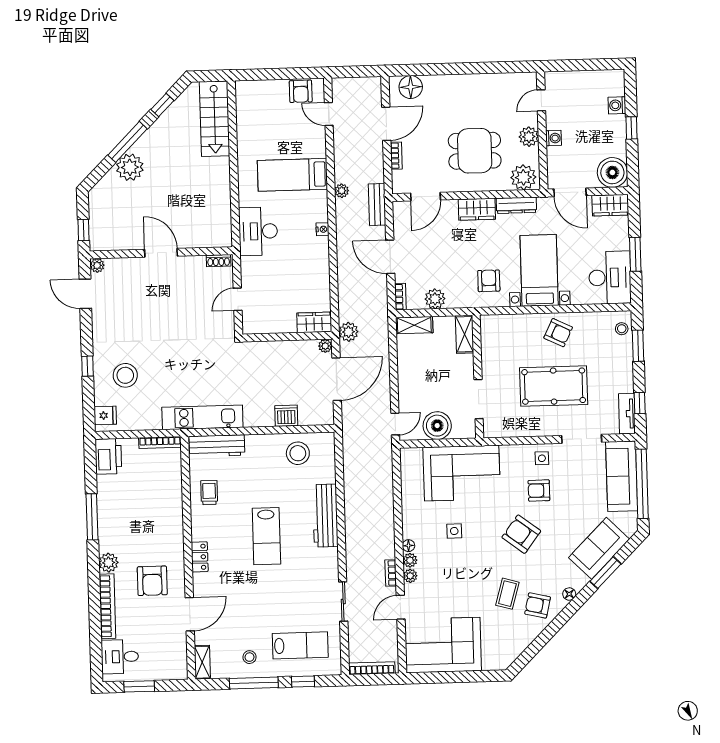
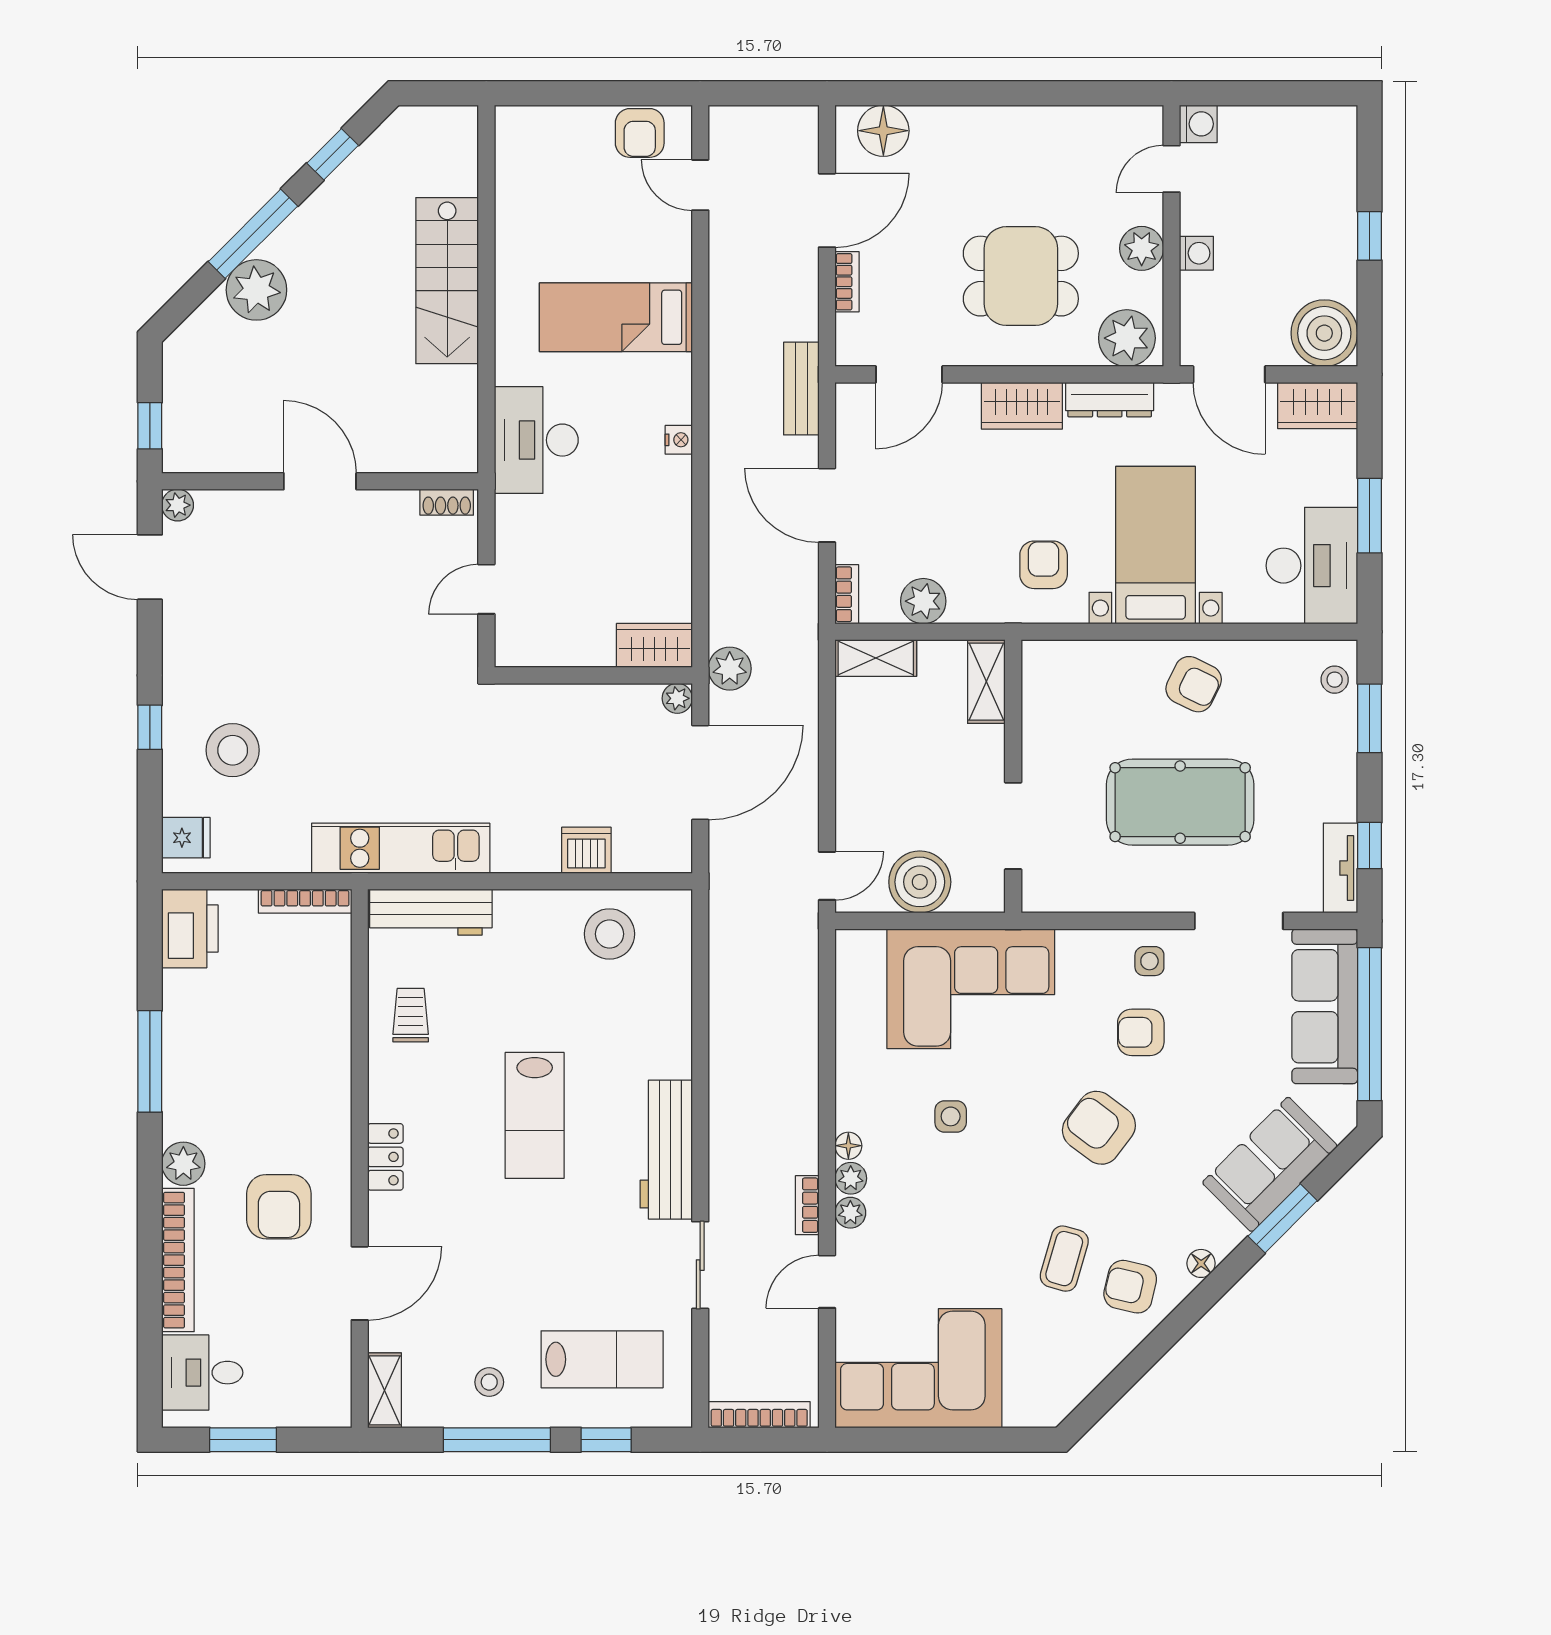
washing machine: (617, 105) -> (1198, 124), moved, turned 180
stairs: (215, 119) -> (447, 281), moved
plant: (342, 191) -> (724, 356), removed
workbench: (325, 516) -> (666, 1150), moved

